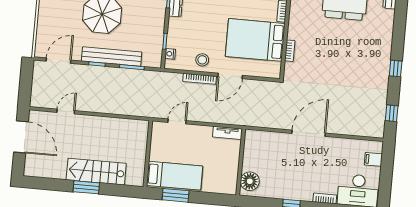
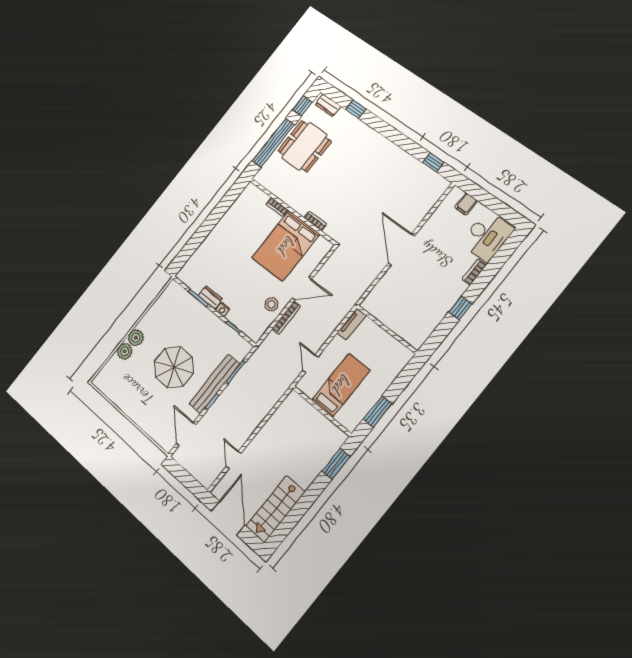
nightstand: (170, 54) -> (223, 310), moved
window: (396, 68) -> (356, 109), moved
door: (230, 76) -> (302, 288), hinge flipped
door: (21, 137) -> (228, 518), hinge flipped
stairs: (96, 172) -> (275, 509), moved
bed: (175, 176) -> (341, 385), moved
floor lamp: (250, 181) -> (411, 332), removed
window: (86, 187) -> (336, 464), moved

